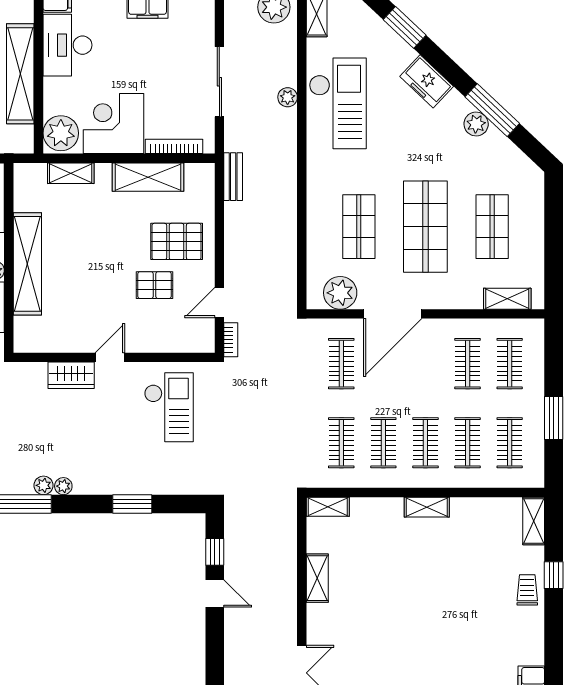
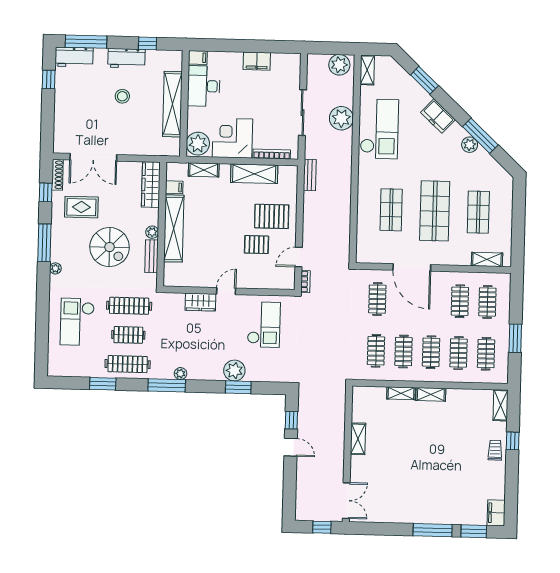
plant: (288, 97) -> (341, 118), width x1.88, depth x1.88
filing cabinet: (26, 201) -> (174, 187), added
plant: (340, 293) -> (378, 253), removed
door: (393, 314) -> (412, 267), hinge flipped
plant: (63, 486) -> (234, 371), moved, width x1.87, depth x1.87
shelving: (328, 507) -> (401, 393), moved

